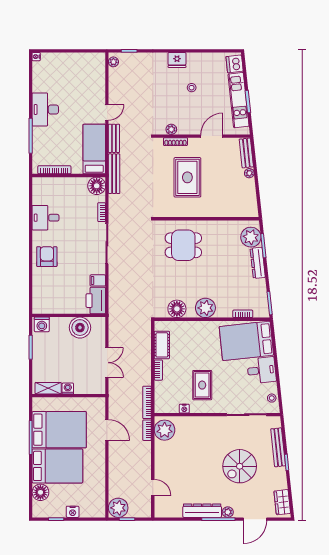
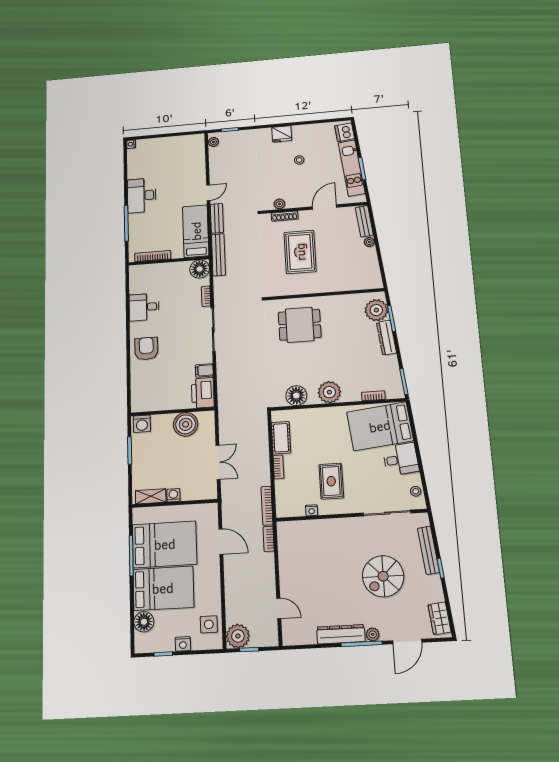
plant: (165, 430) -> (289, 537), removed
side table: (94, 497) -> (209, 624), added

